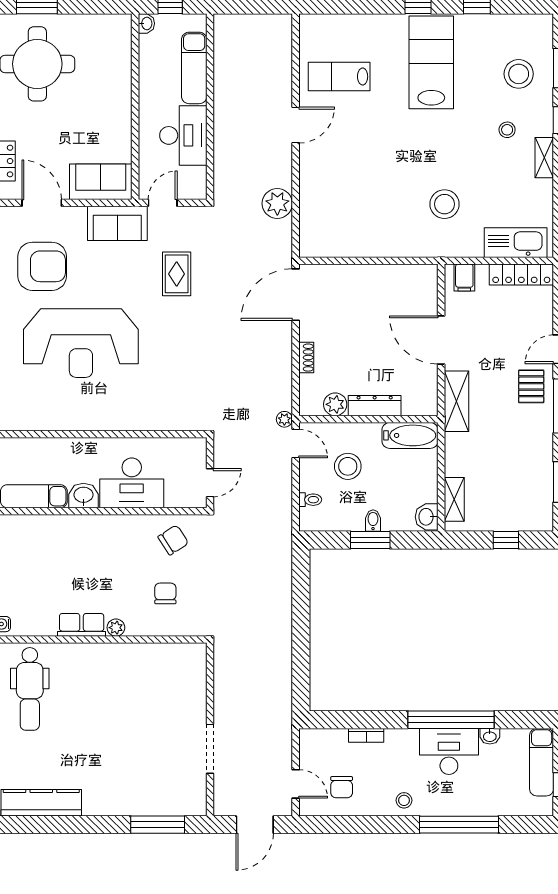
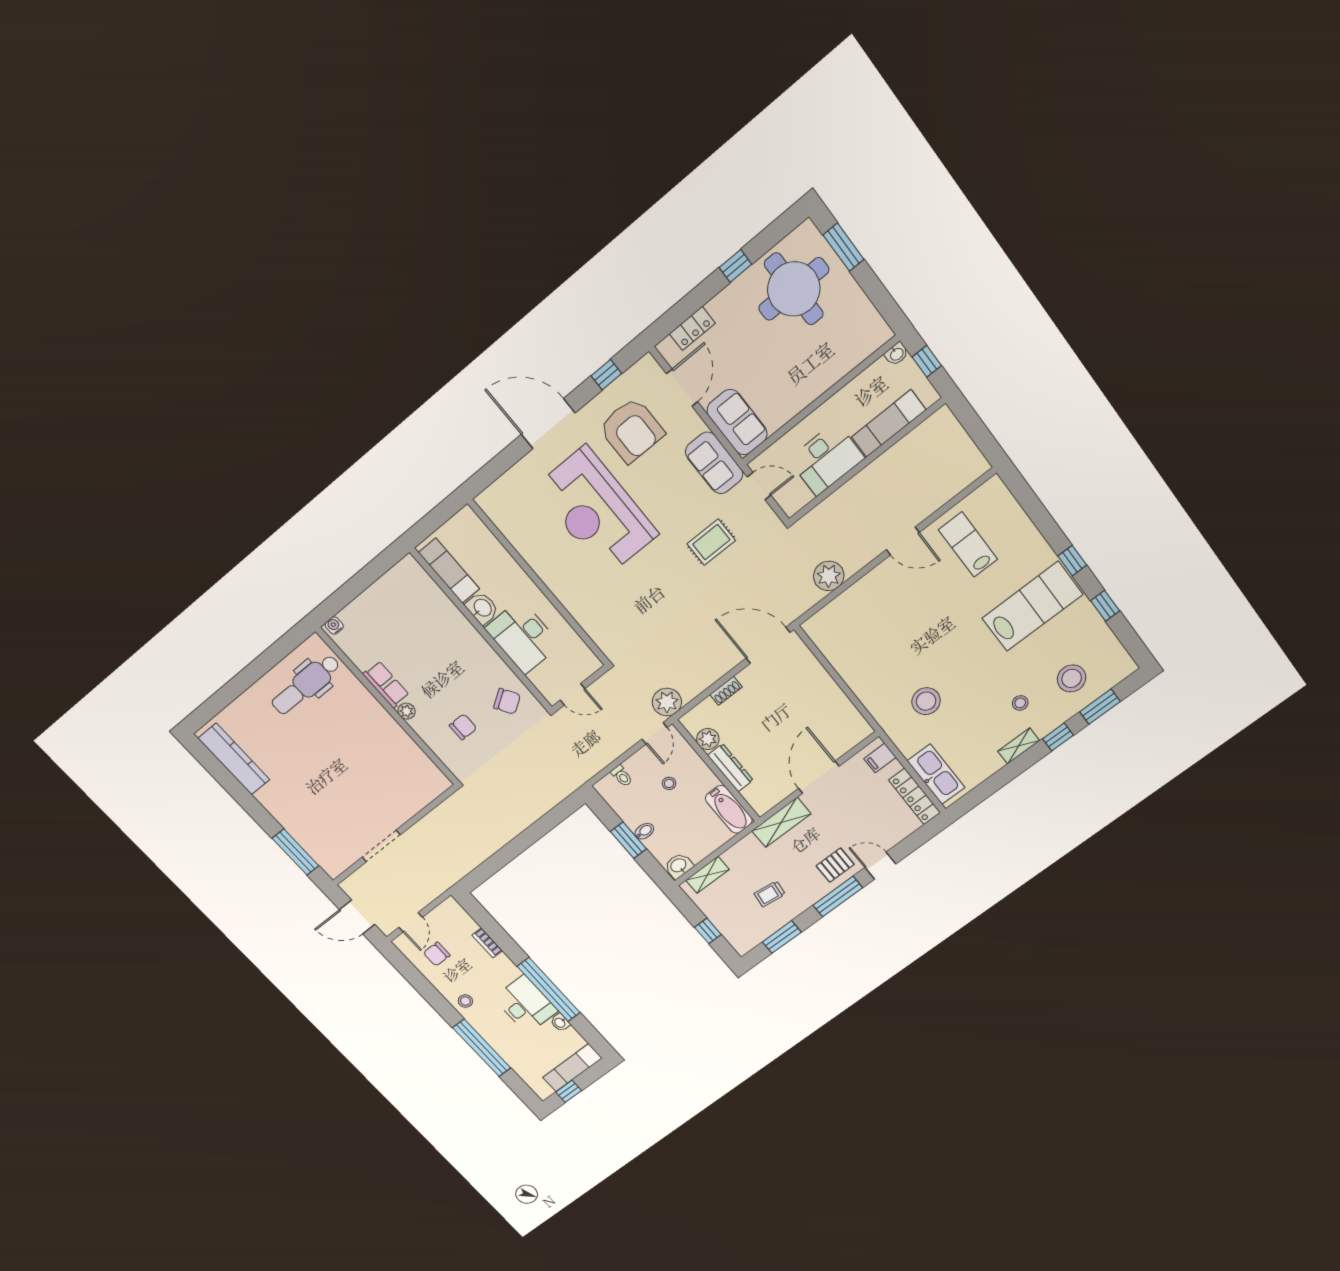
plant: (284, 419) -> (667, 702), width x1.88, depth x1.88
trolley: (514, 461) -> (770, 894), added
stool: (348, 466) -> (669, 783), width x0.53, depth x0.53

